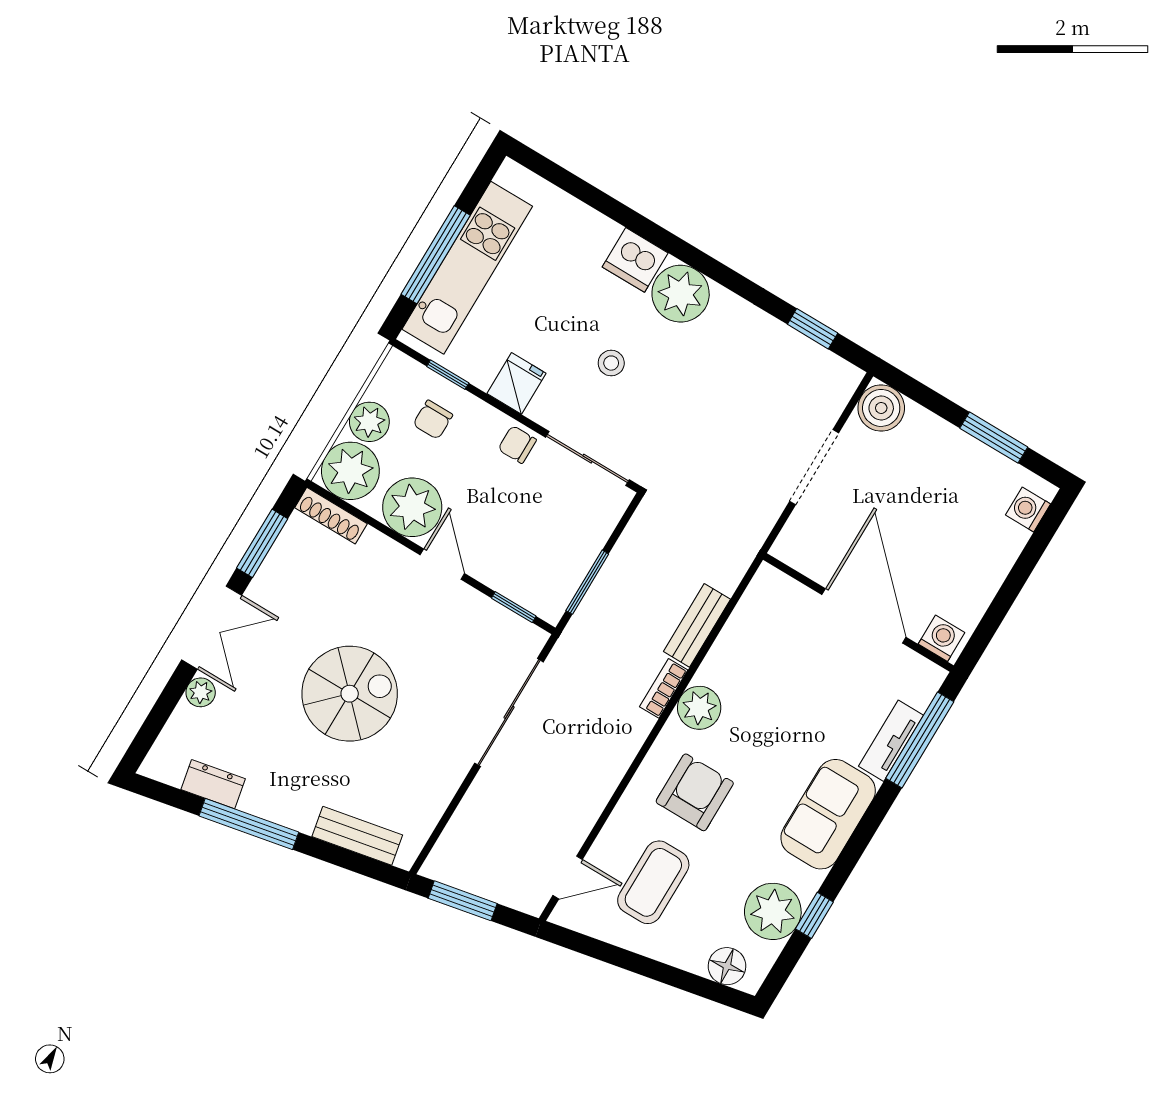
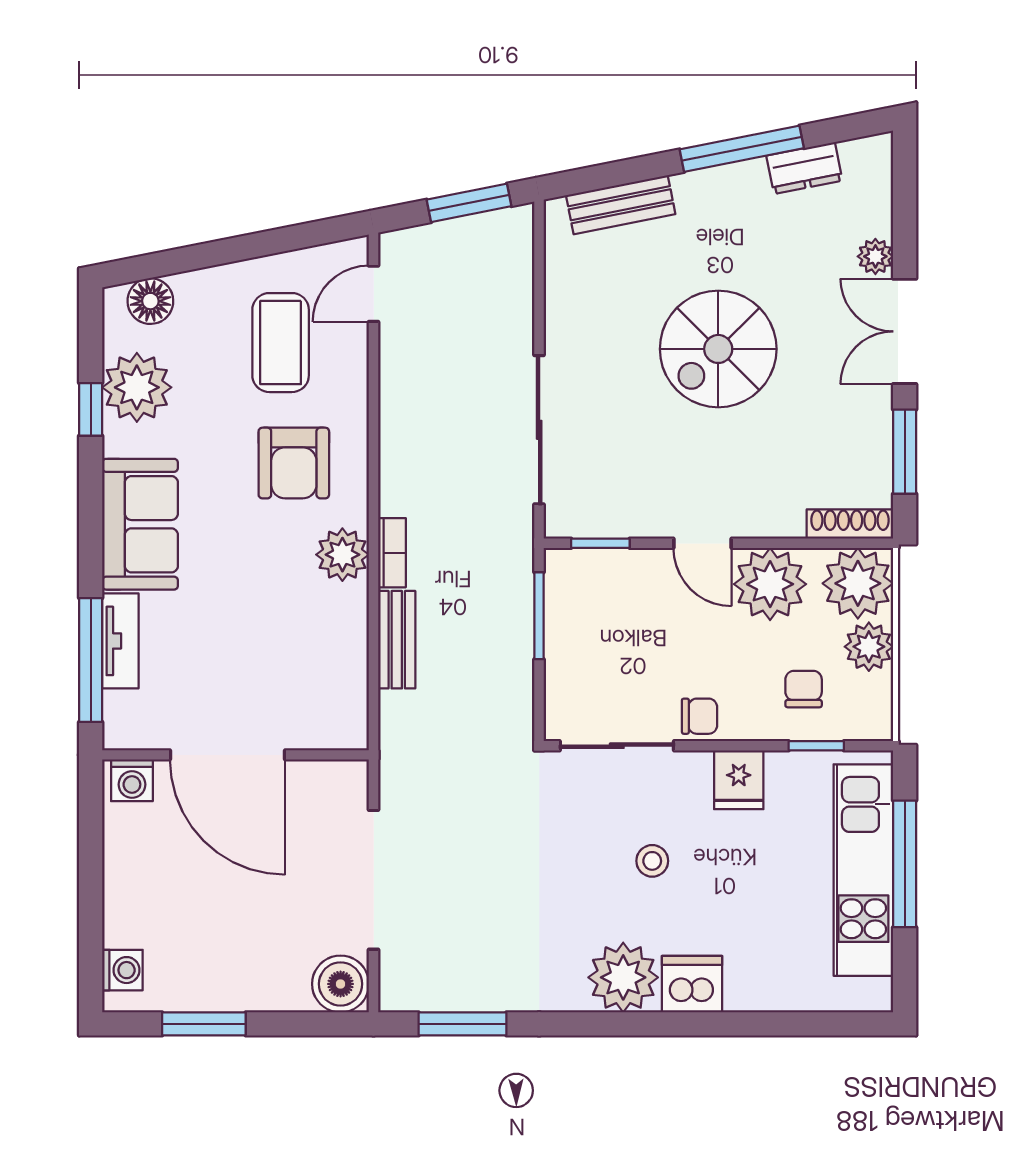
window: (813, 329) -> (463, 1024), width x1.50
doorway: (814, 467) -> (374, 880), width x1.36

